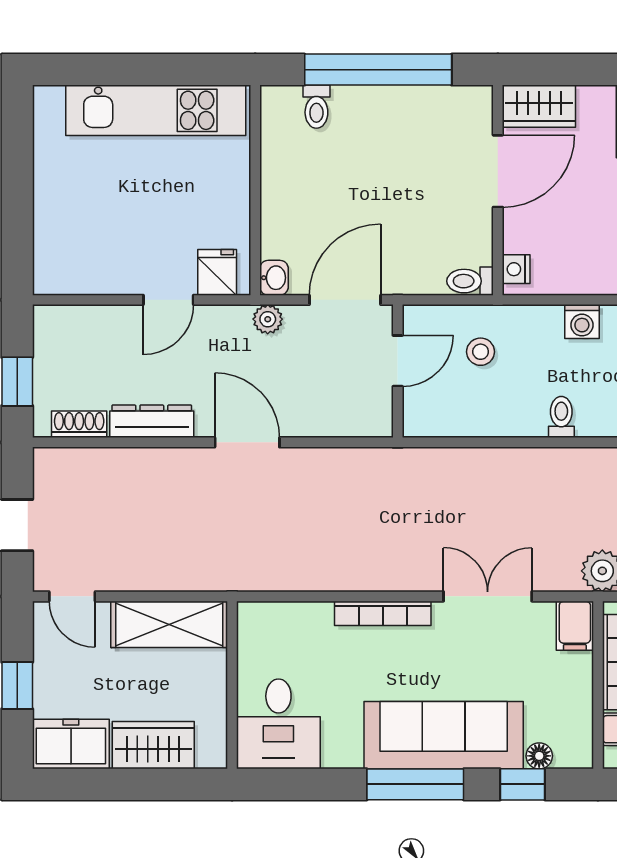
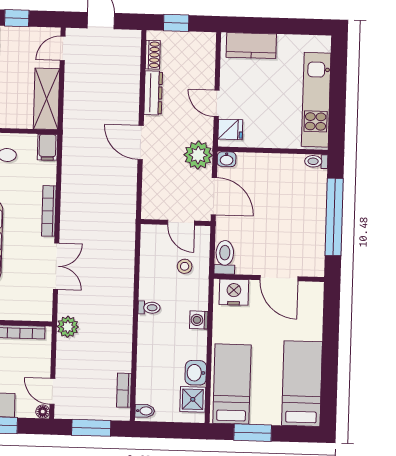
wardrobe: (539, 106) -> (312, 301), removed
toilet: (316, 107) -> (316, 161), moved
kitchen counter: (56, 237) -> (251, 46), added
nightstand: (516, 269) -> (234, 292), width x1.89, depth x1.79
toilet: (470, 281) -> (225, 257), width x1.37, depth x1.39
plant: (268, 319) -> (198, 155), width x1.87, depth x1.87
door: (247, 442) -> (141, 143), swing flipped
filing cabinet: (575, 626) -> (48, 147), moved, turned -90

